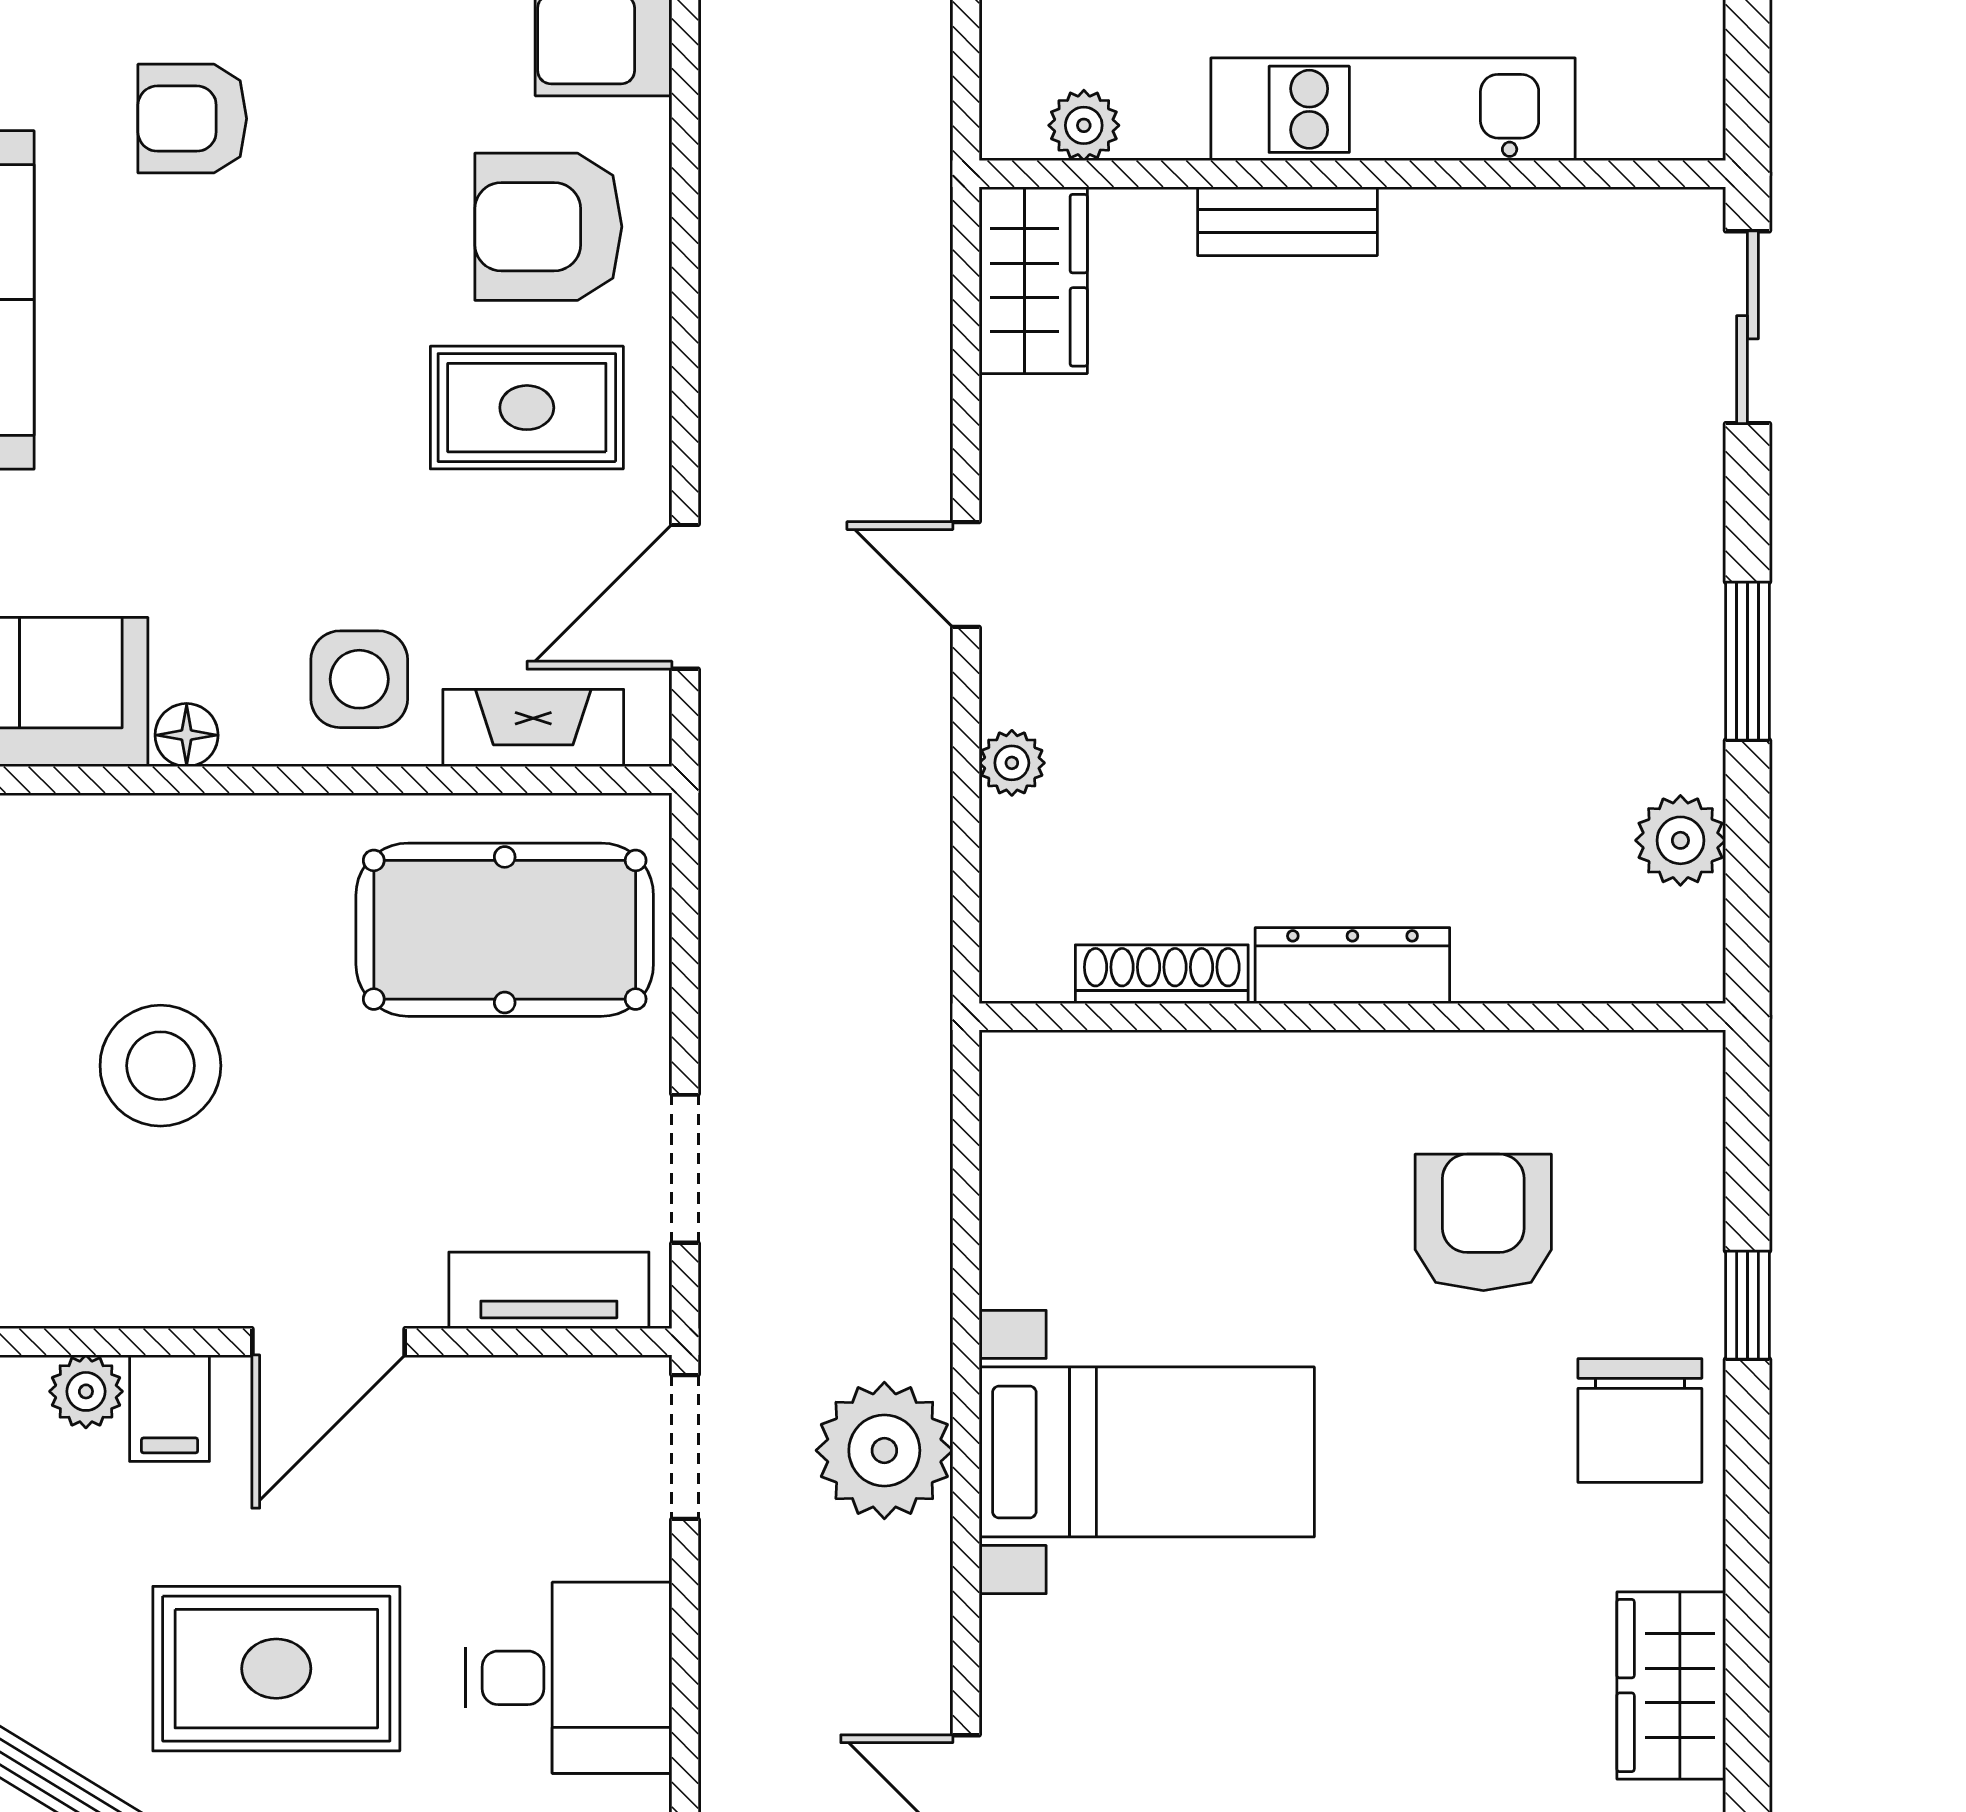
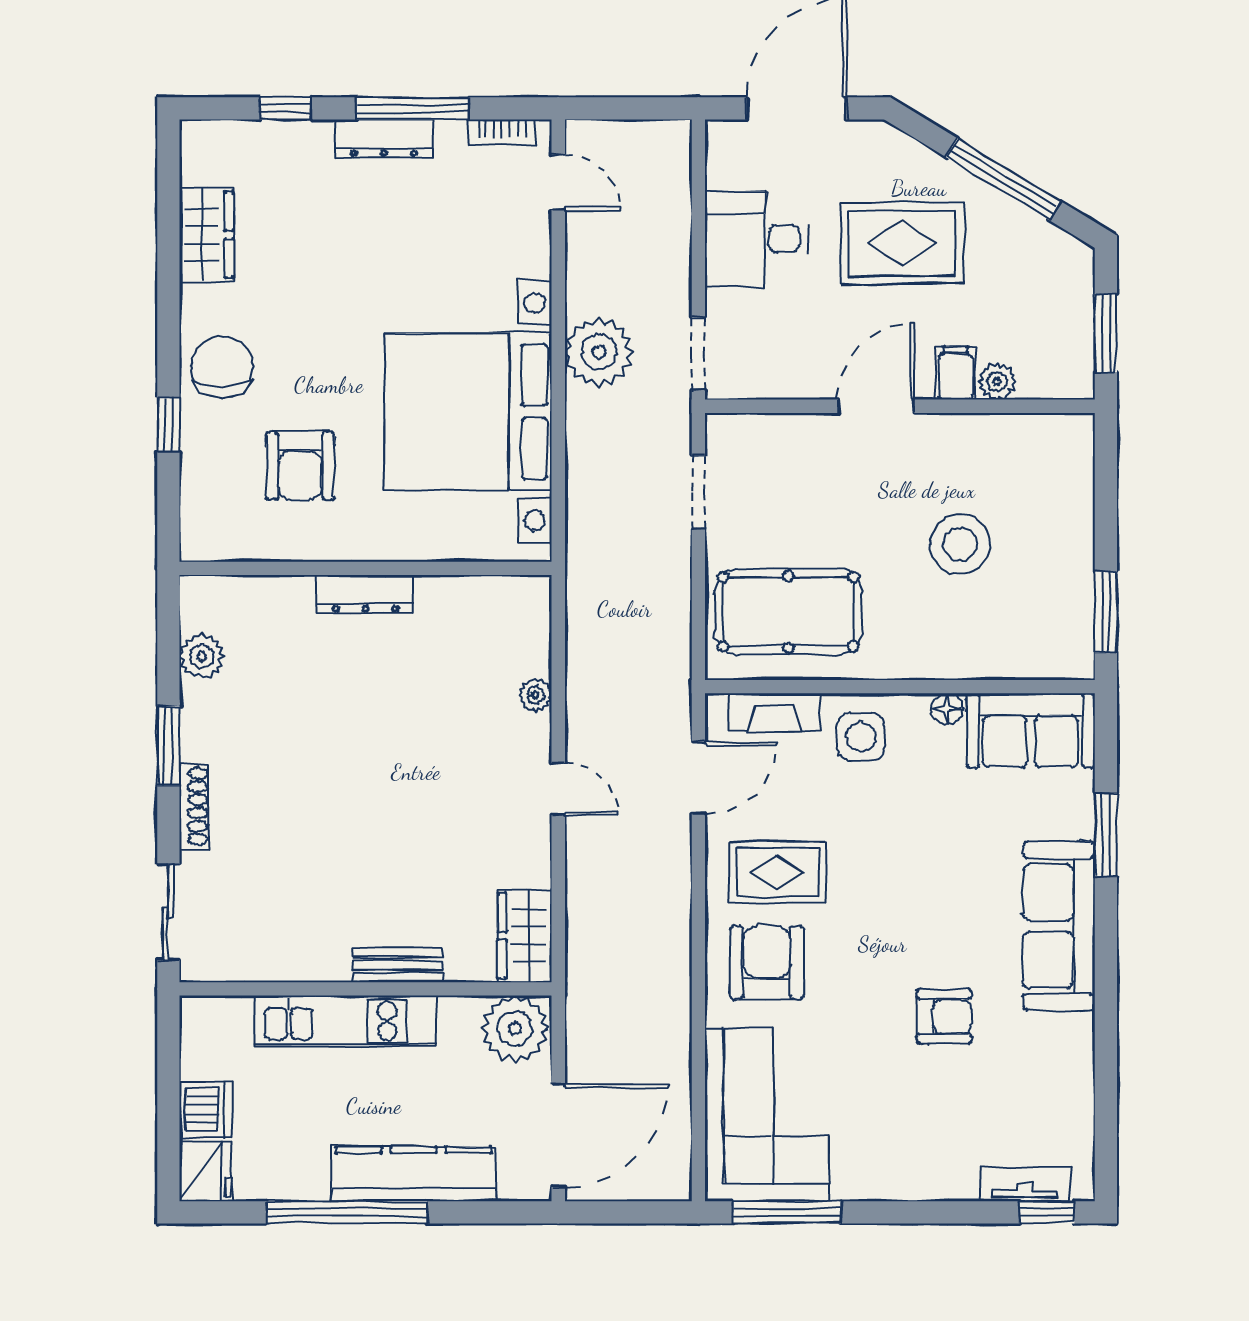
plant: (1084, 125) -> (515, 1028), width x1.87, depth x1.87
armchair: (548, 227) -> (767, 962), turned -90
shoe rack: (1162, 974) -> (194, 806), moved, turned -90
tv unit: (549, 1290) -> (766, 432), removed
bed with nightstands: (1147, 1452) -> (468, 411), width x1.85

